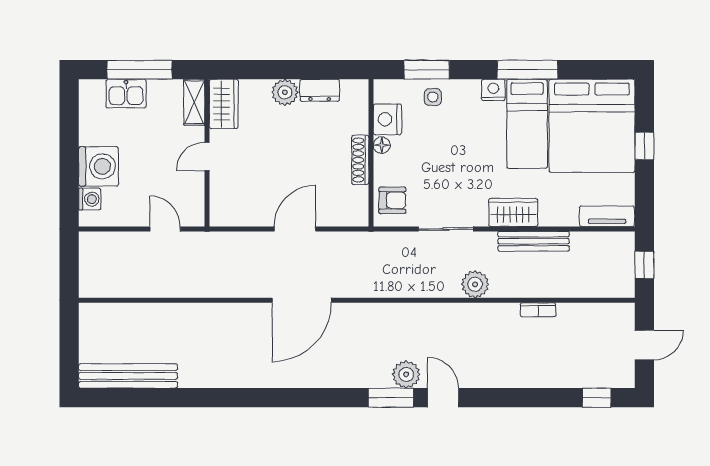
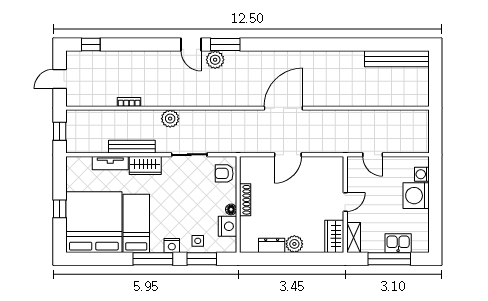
window: (528, 70) -> (153, 259), moved
nightstand: (493, 90) -> (172, 245), moved
tv unit: (607, 216) -> (110, 163), moved

